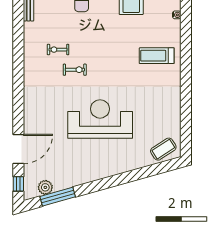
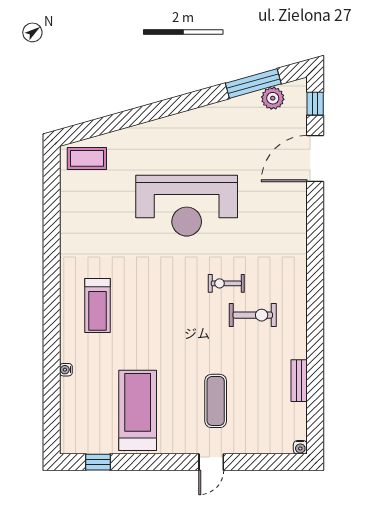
exercise bike: (58, 50) -> (253, 315), width x1.38, depth x1.39
treadmill: (157, 56) -> (97, 305), turned 90
coffee table: (163, 149) -> (87, 158), turned 33

